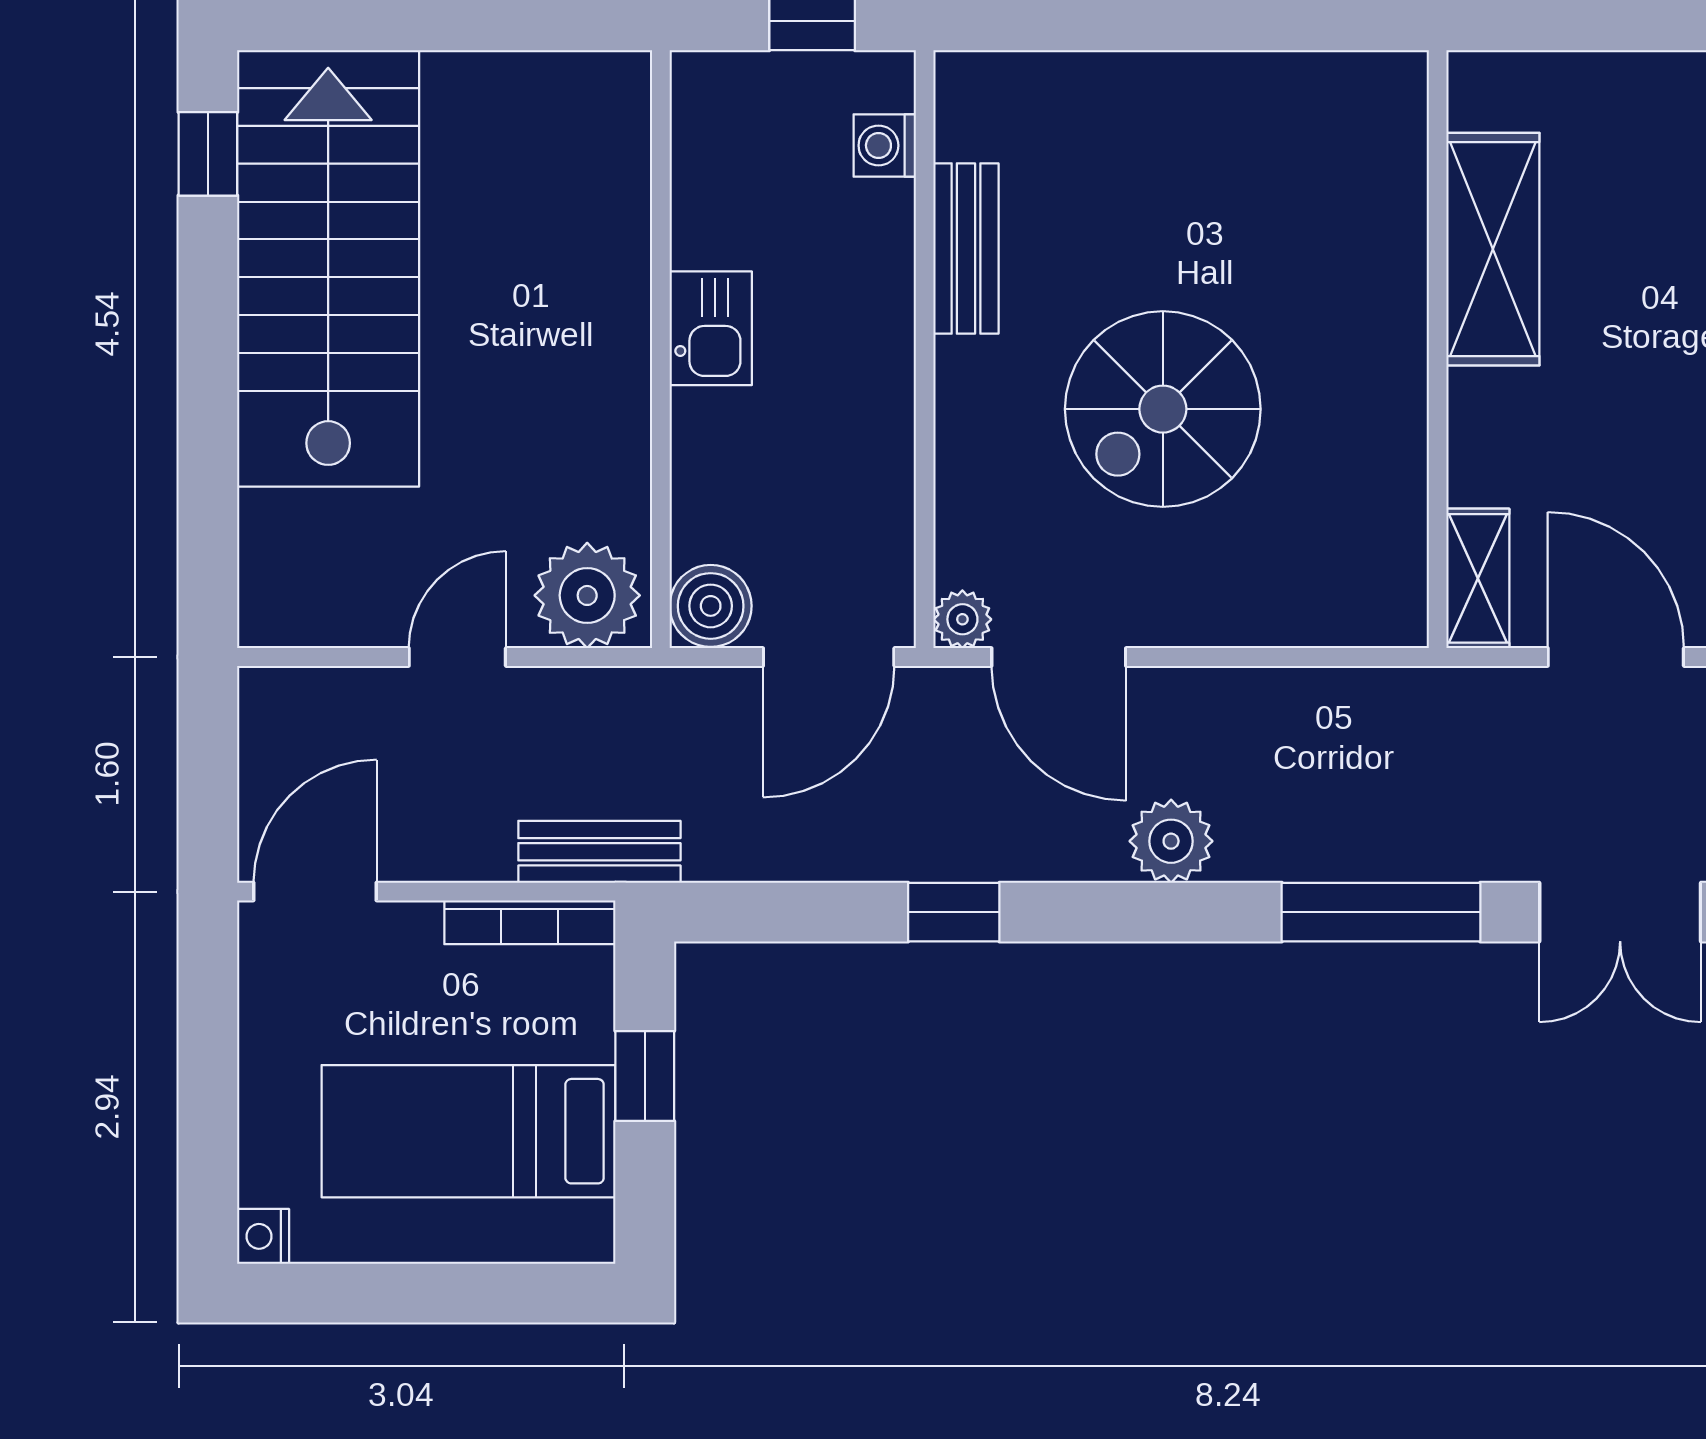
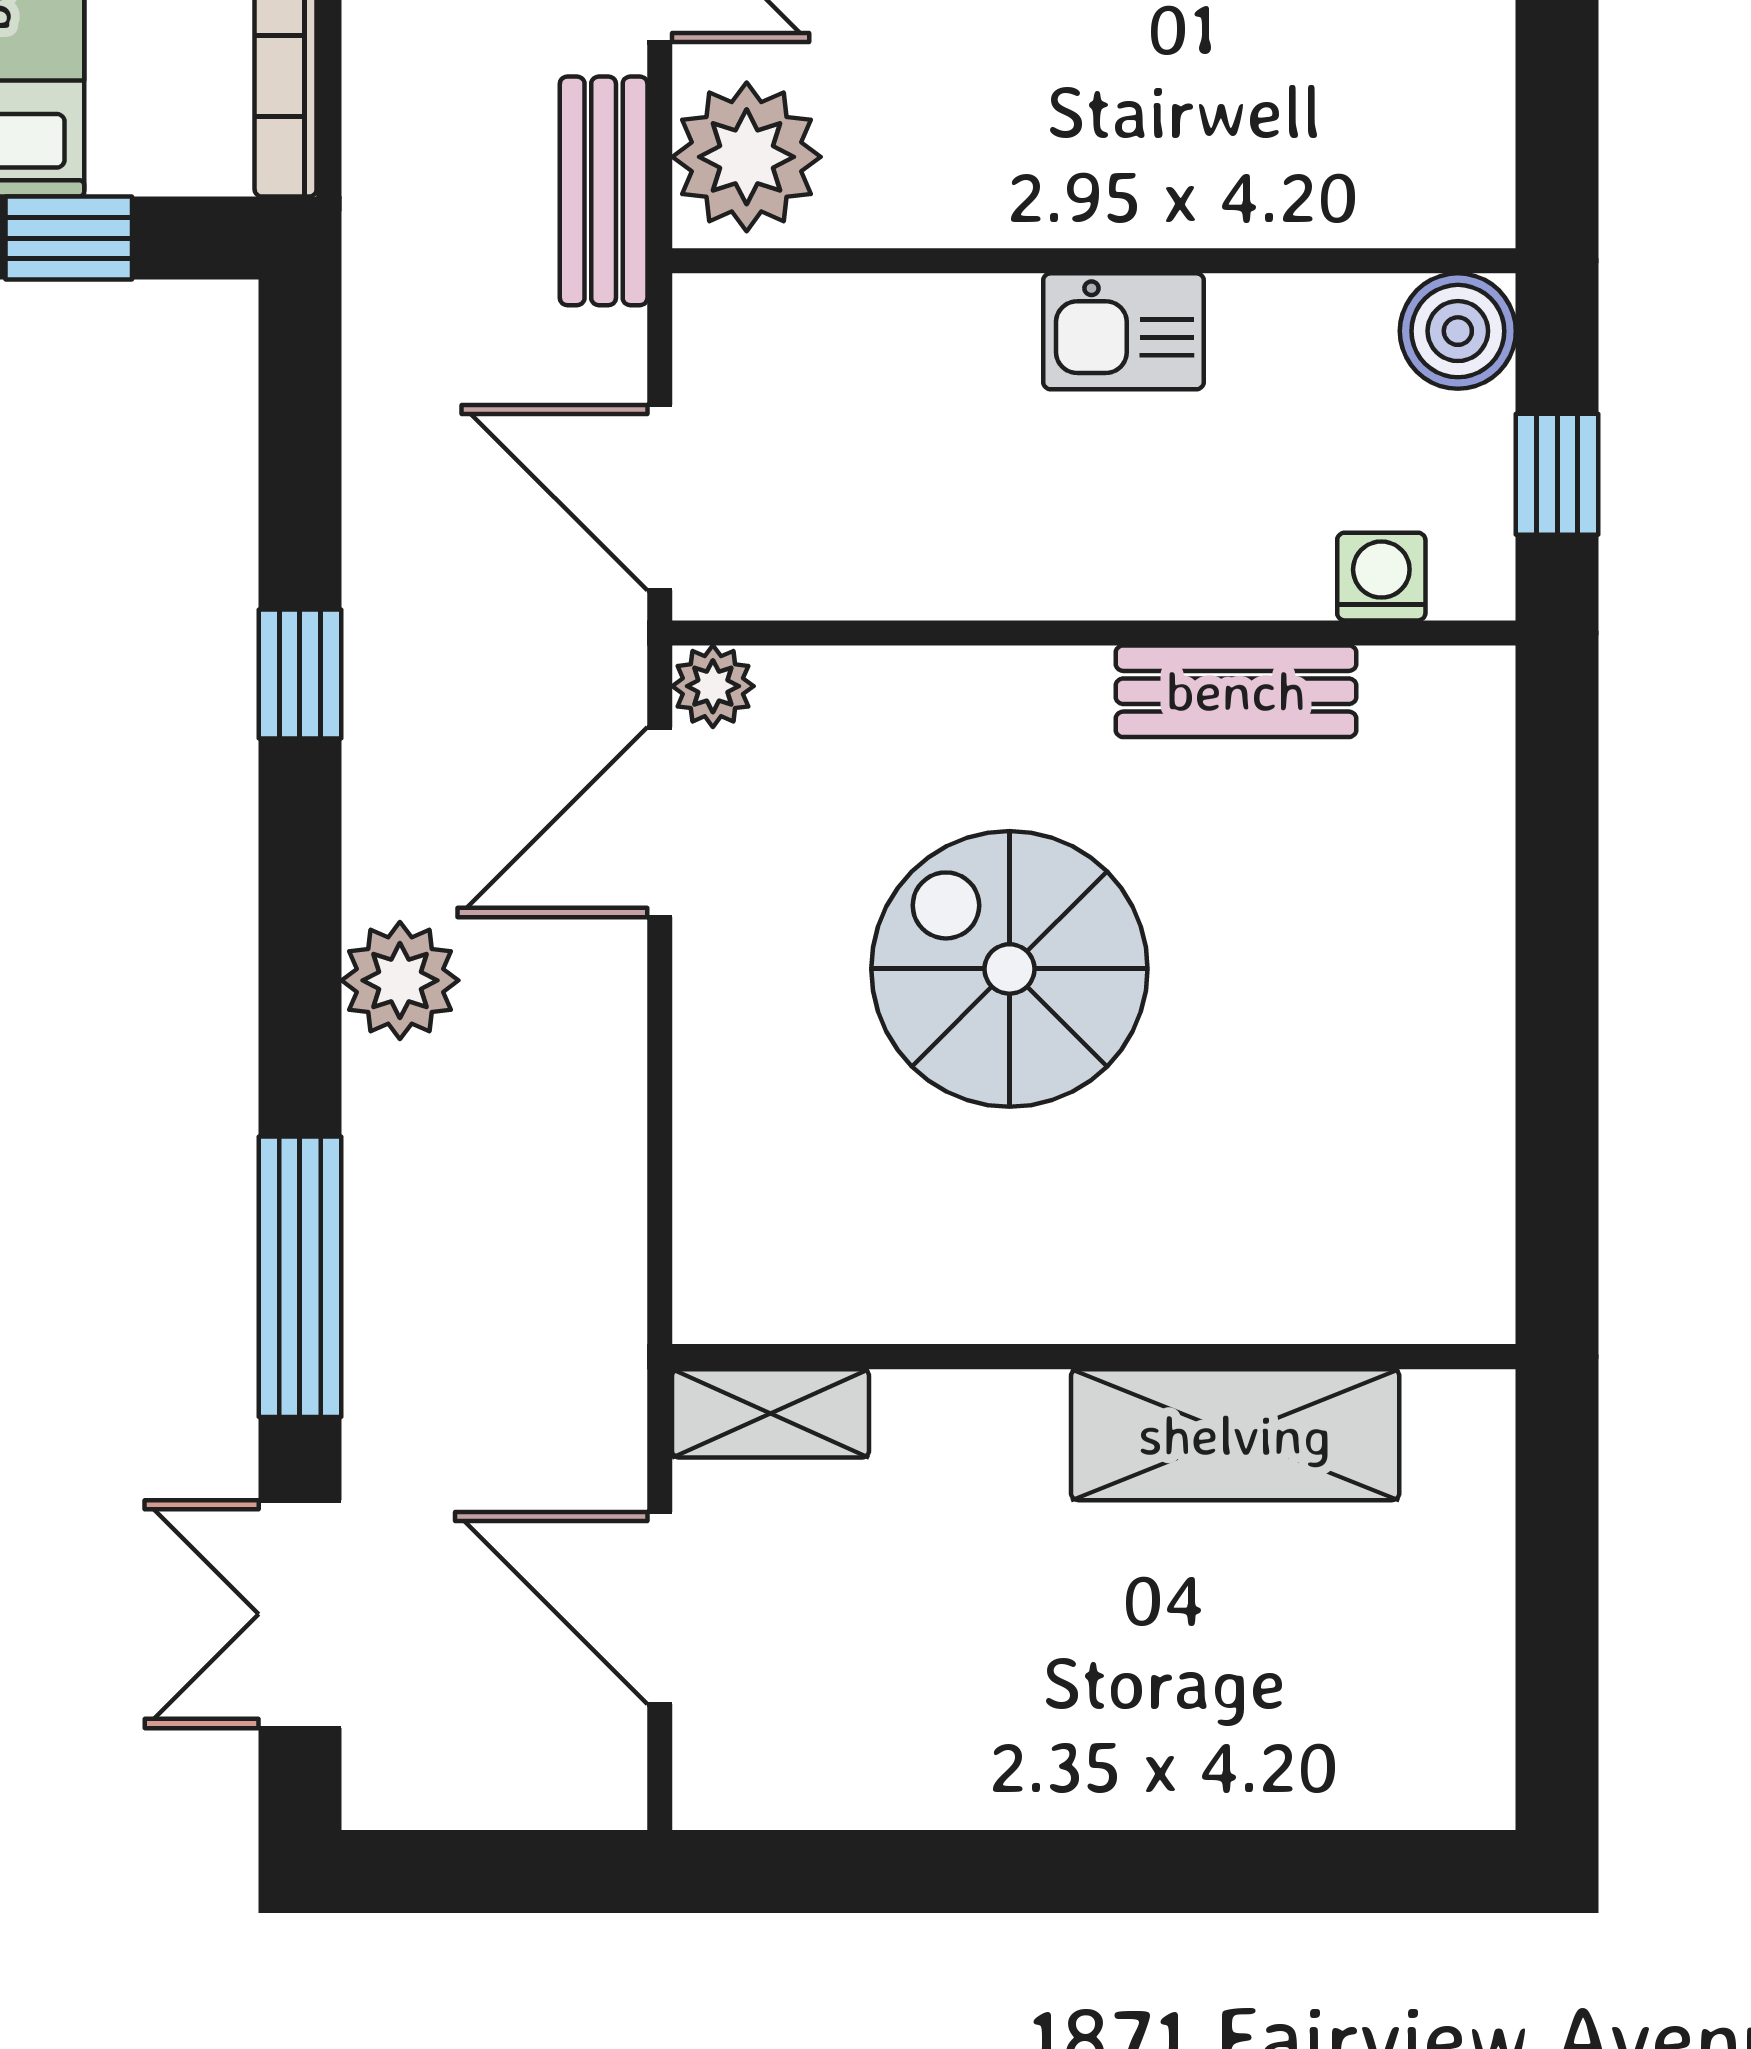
boiler: (711, 606) -> (1458, 331), moved
door: (1616, 657) -> (660, 1608), swing flipped
bench: (599, 852) -> (604, 191), moved

